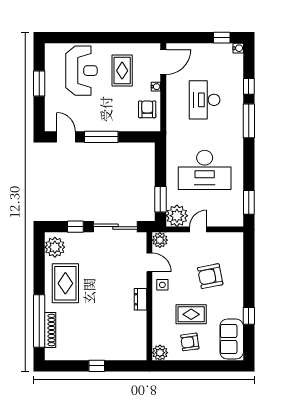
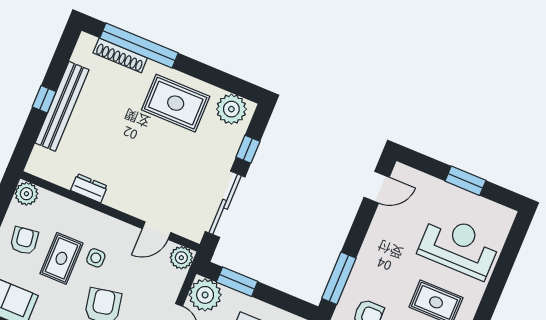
reception desk: (81, 71) -> (459, 246), turned 180
window: (101, 137) -> (339, 278), moved
side table: (162, 285) -> (96, 258), moved
dresser: (141, 299) -> (89, 188), moved
bench: (97, 353) -> (62, 106), added

